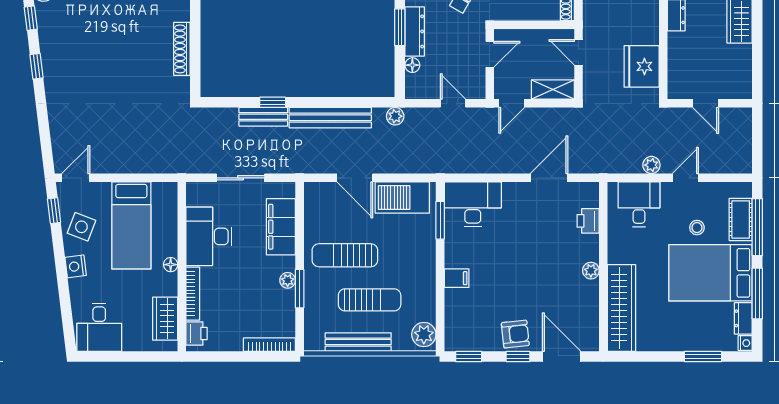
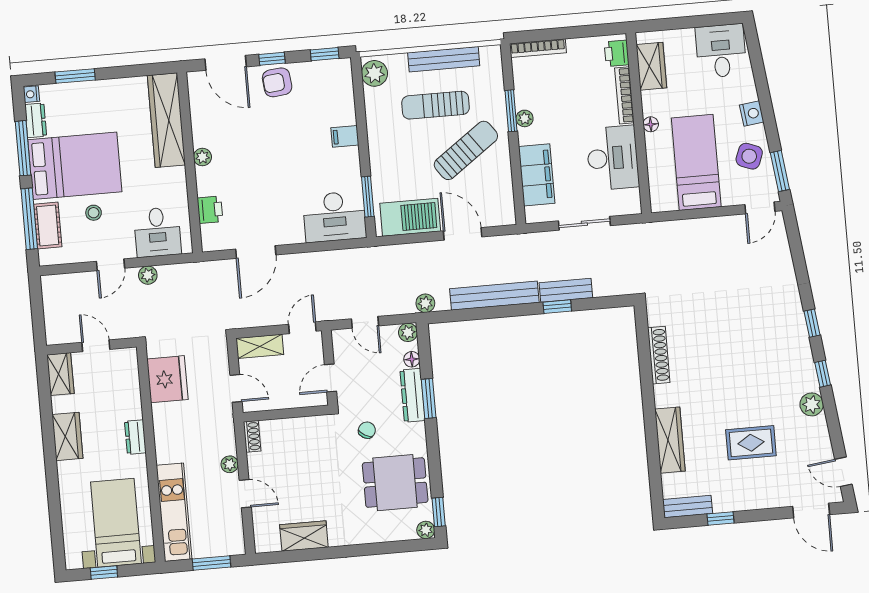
wardrobe: (741, 80) -> (60, 374), added
plant: (414, 90) -> (408, 332), added
window: (54, 211) -> (780, 171), width x1.50
sun lounger: (345, 255) -> (466, 150), turned -36

